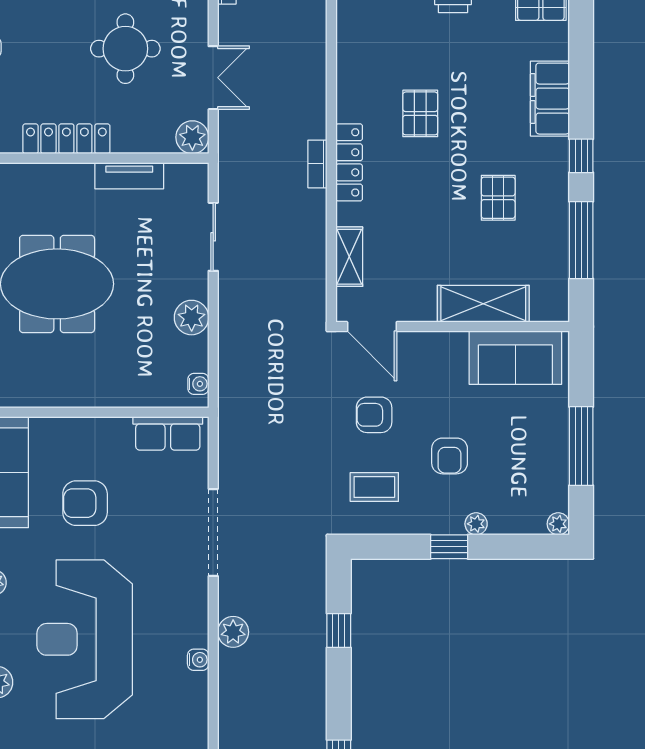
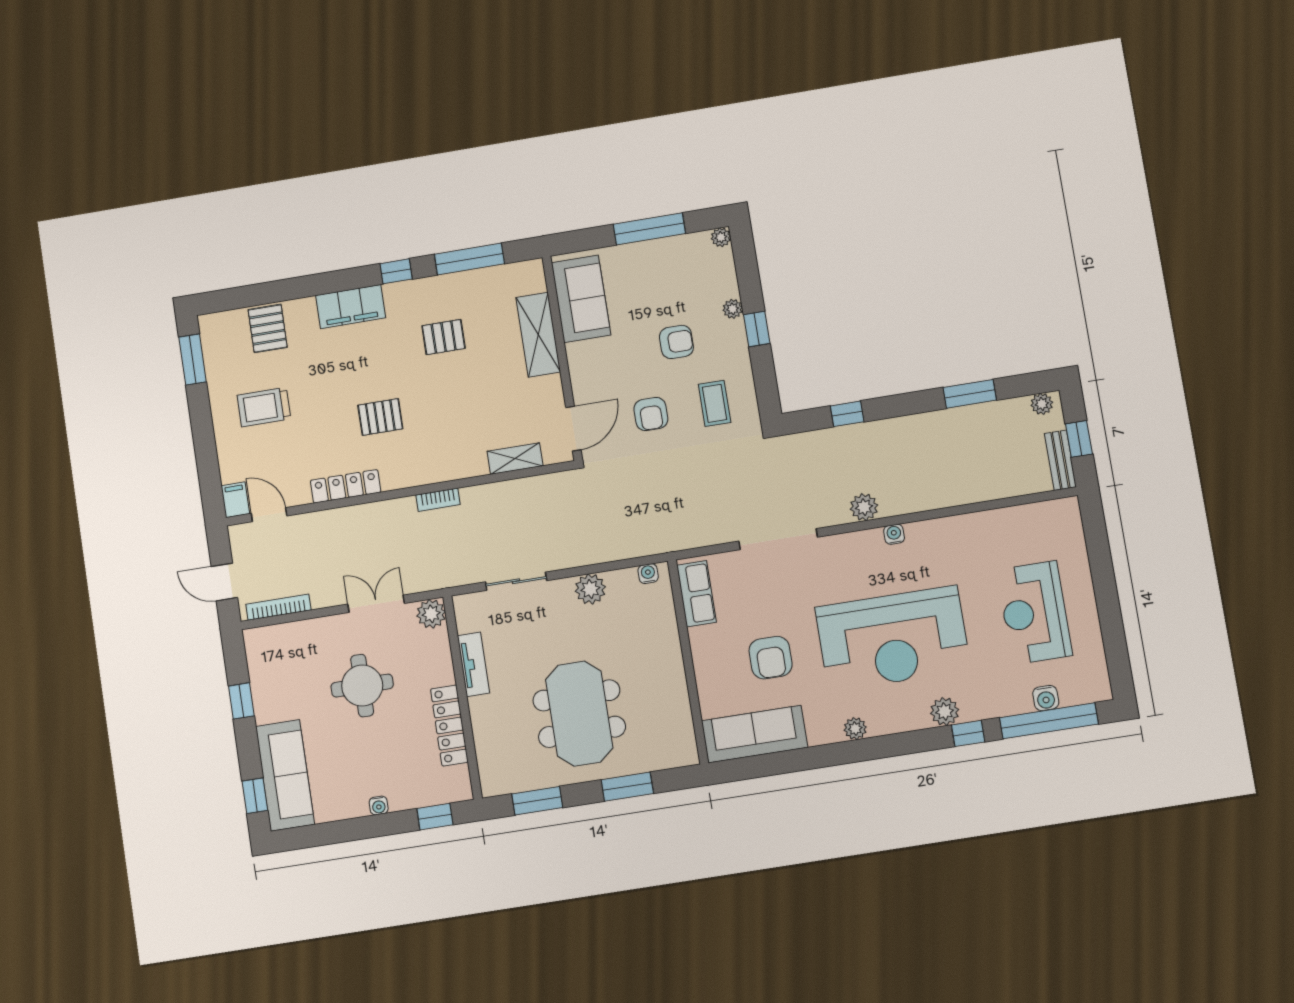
locker: (349, 162) -> (346, 486), moved

